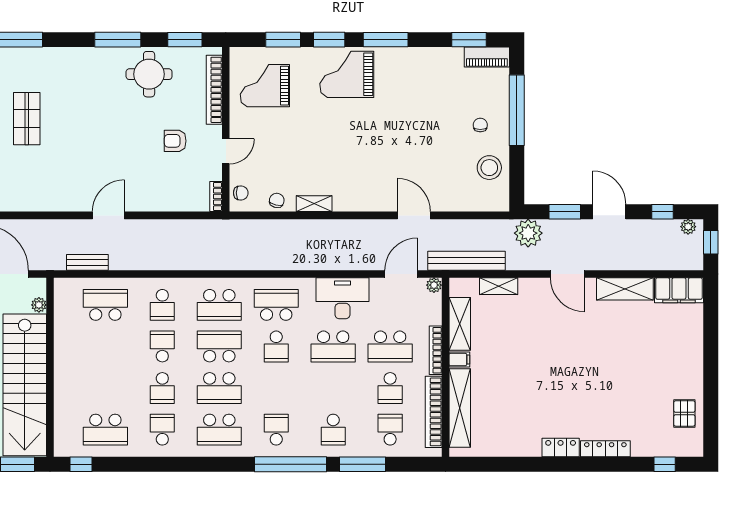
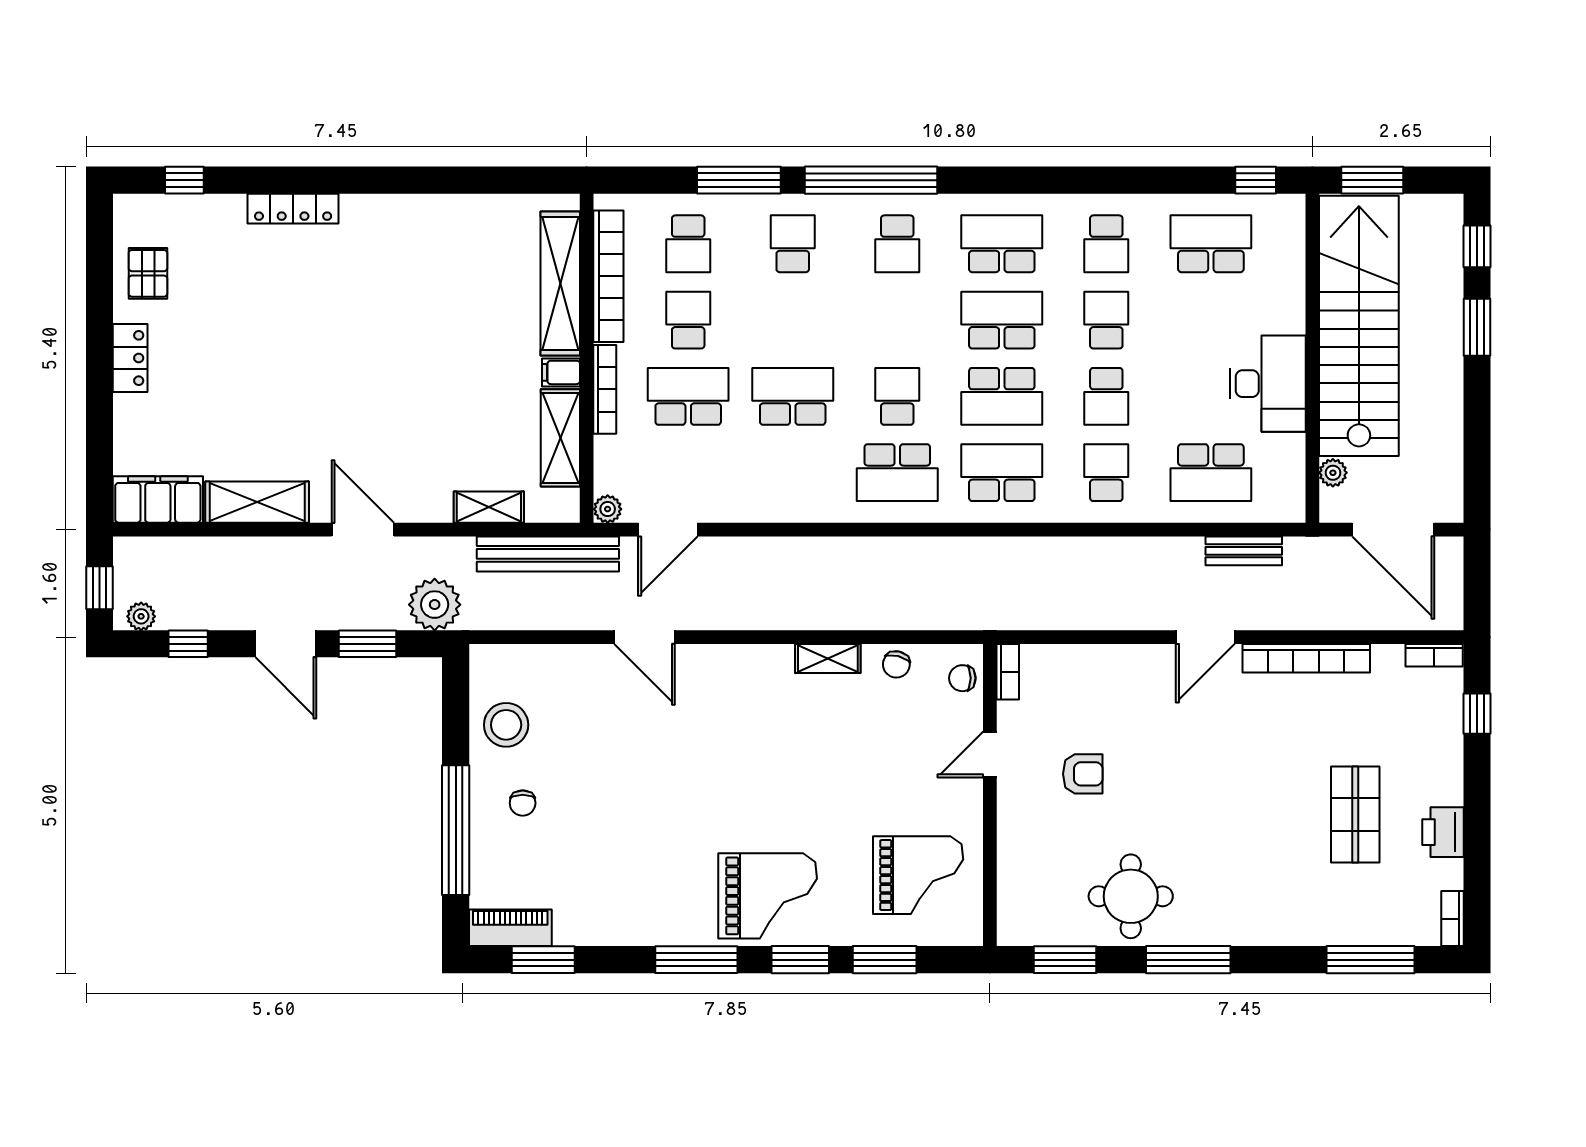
bookcase: (214, 90) -> (1306, 658), moved, turned 90
desk: (342, 298) -> (1268, 384), moved, turned -90
locker: (561, 448) -> (130, 358), moved, turned -90

